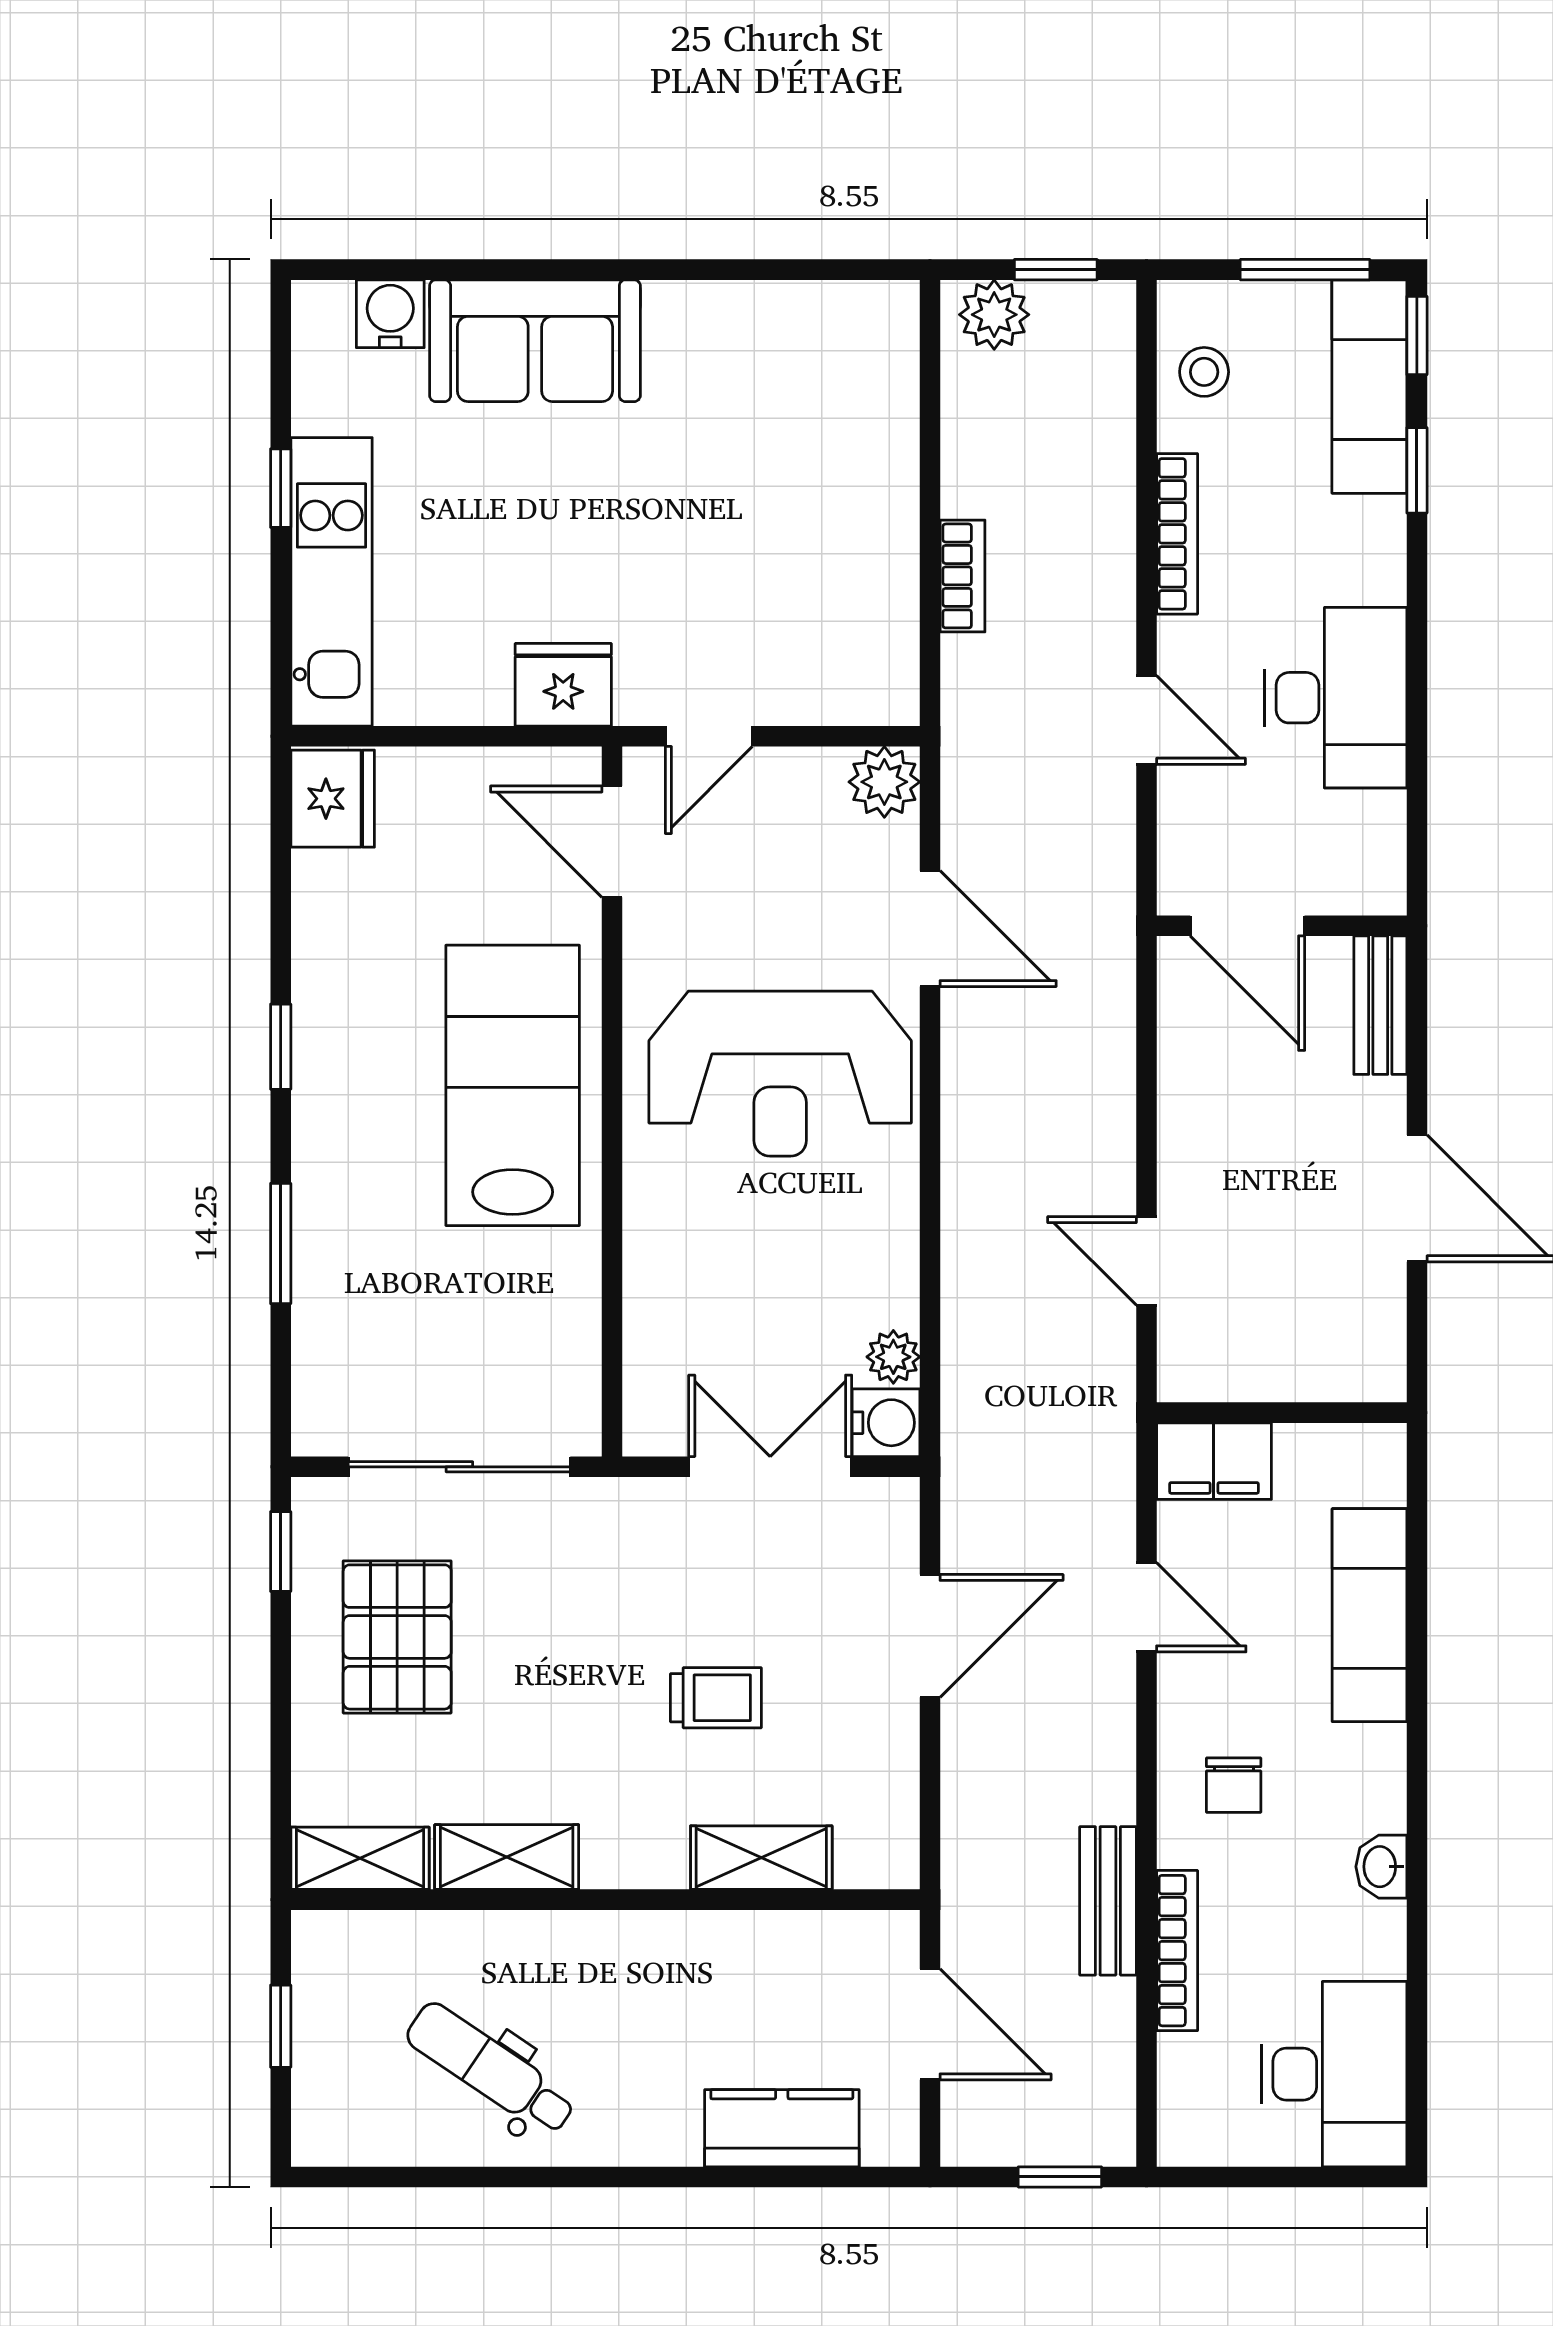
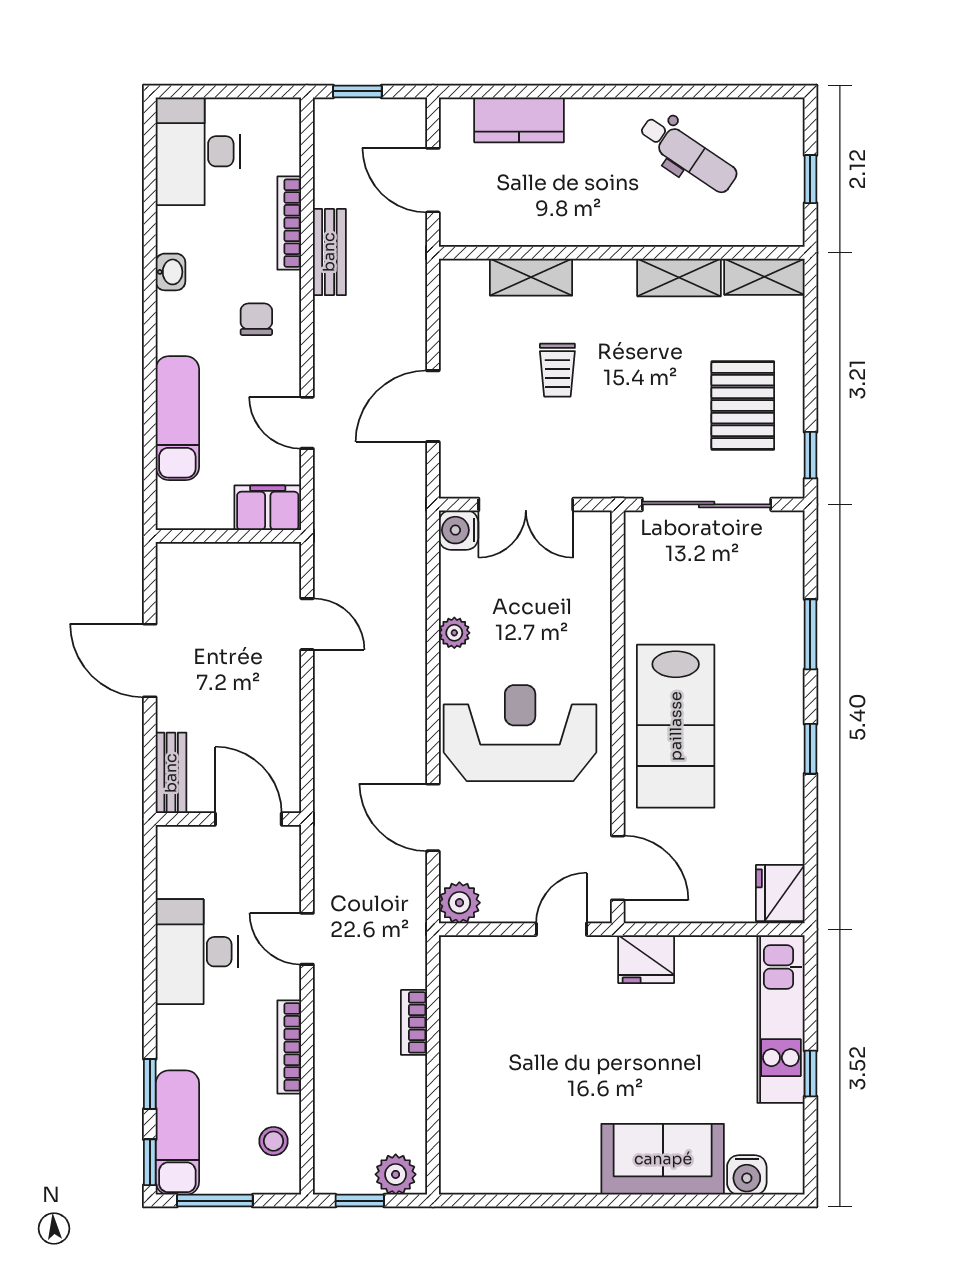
plant: (893, 1357) -> (454, 633), moved
trolley: (716, 1698) -> (557, 370), turned -90

